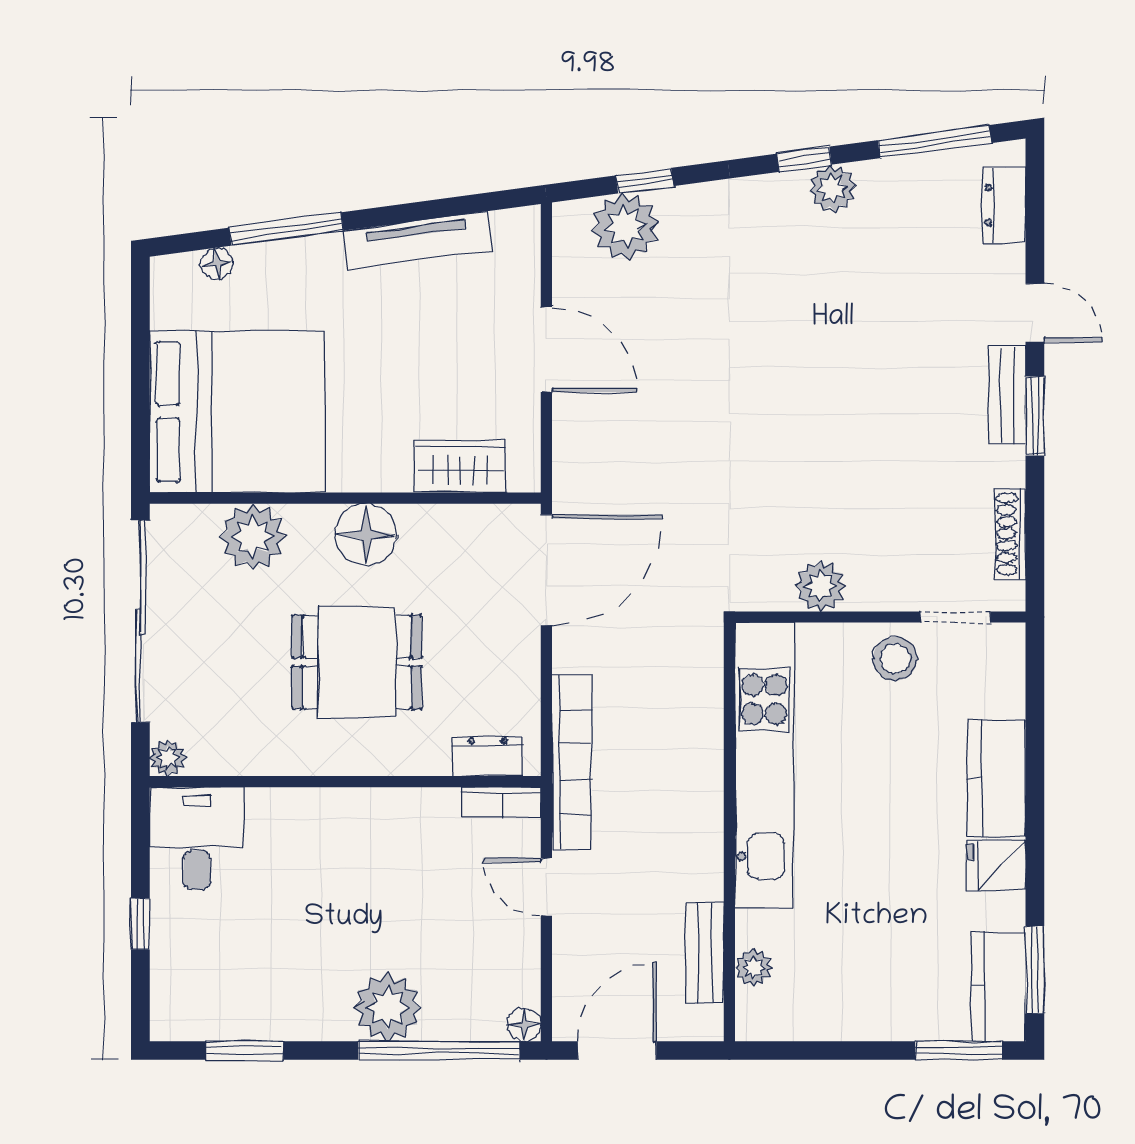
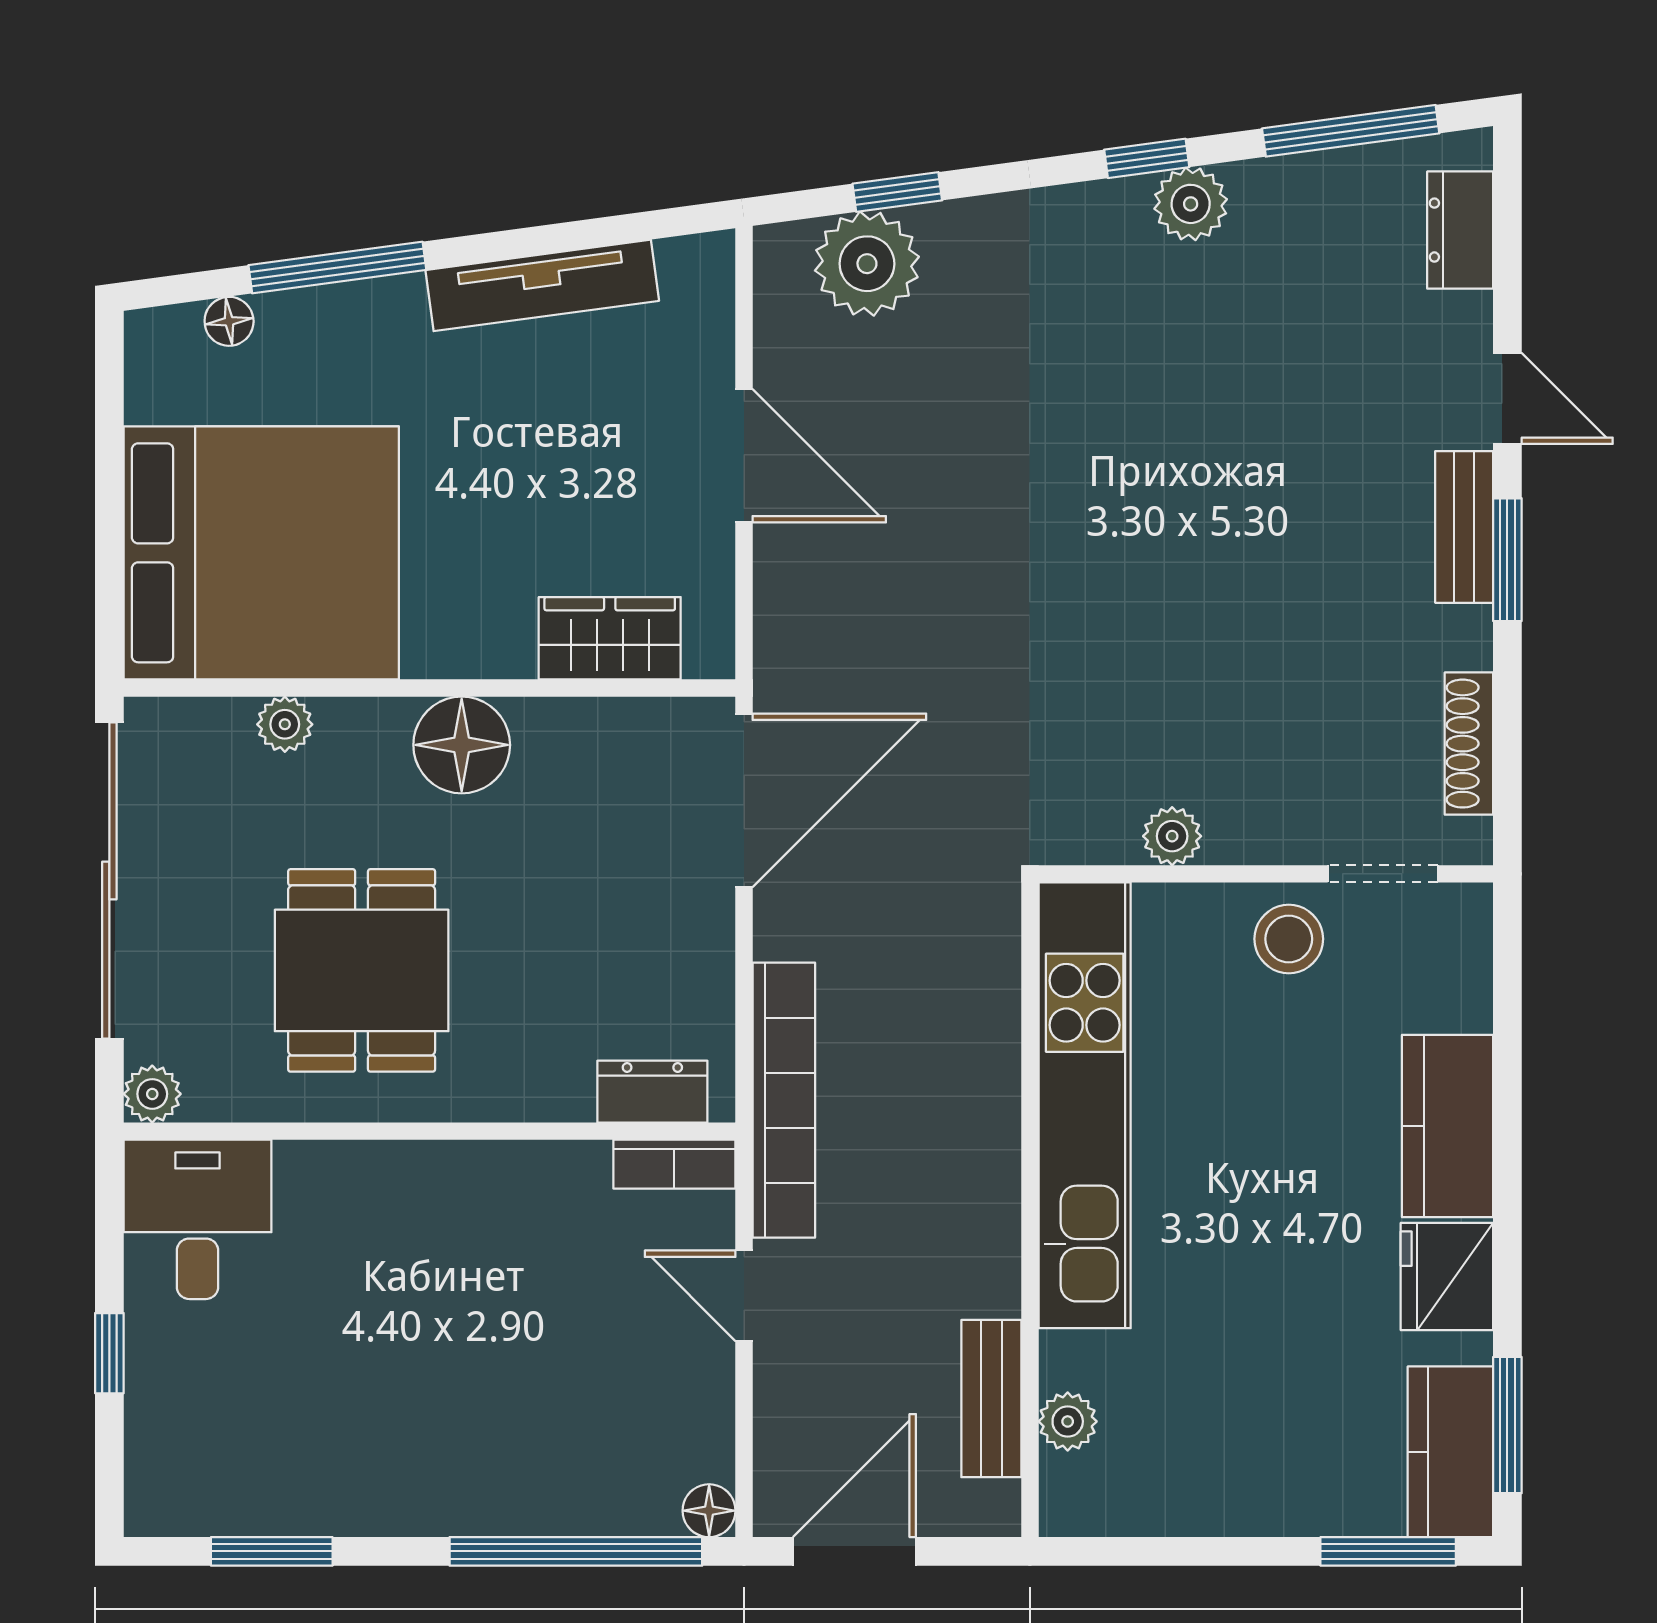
plant: (253, 537) -> (285, 724), width x0.53, depth x0.53
plant: (820, 586) -> (1172, 836), width x0.73, depth x0.73
dining table: (357, 662) -> (362, 970), moved, turned 90
fridge: (996, 865) -> (1447, 1277), width x1.38
plant: (388, 1007) -> (496, 1484), removed

